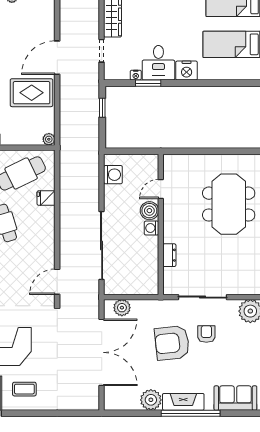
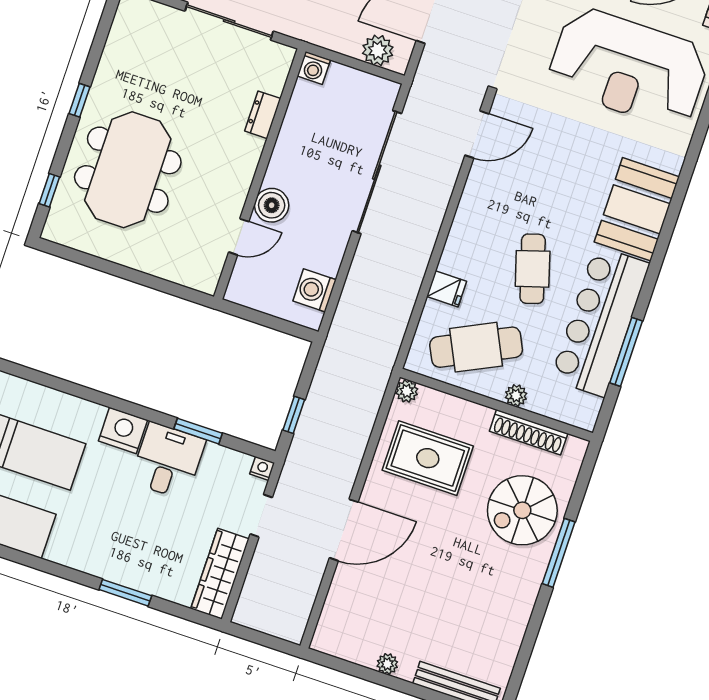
nightstand: (136, 75) -> (262, 468), moved
rug: (32, 93) -> (428, 458), moved
washing machine: (151, 228) -> (314, 68), moved, turned 90

